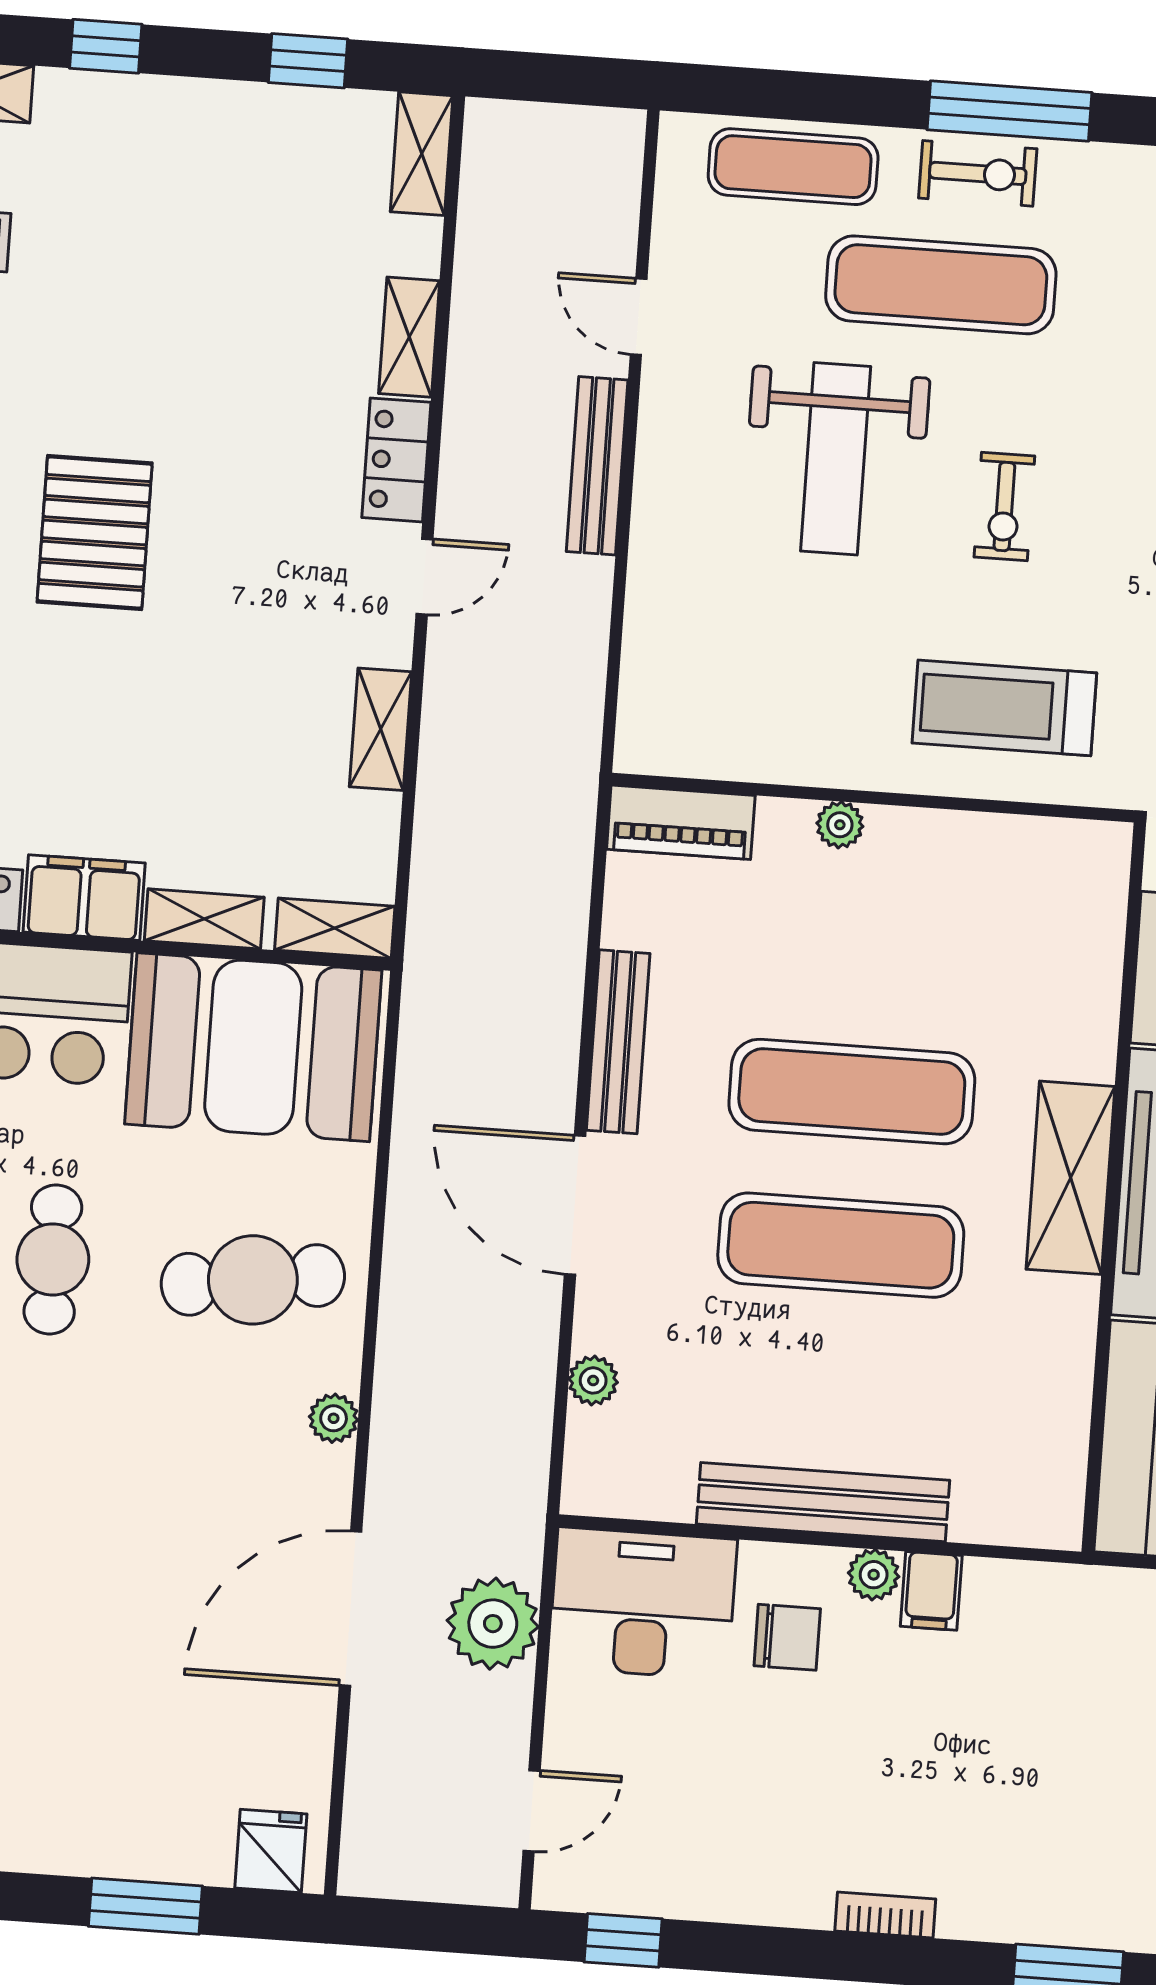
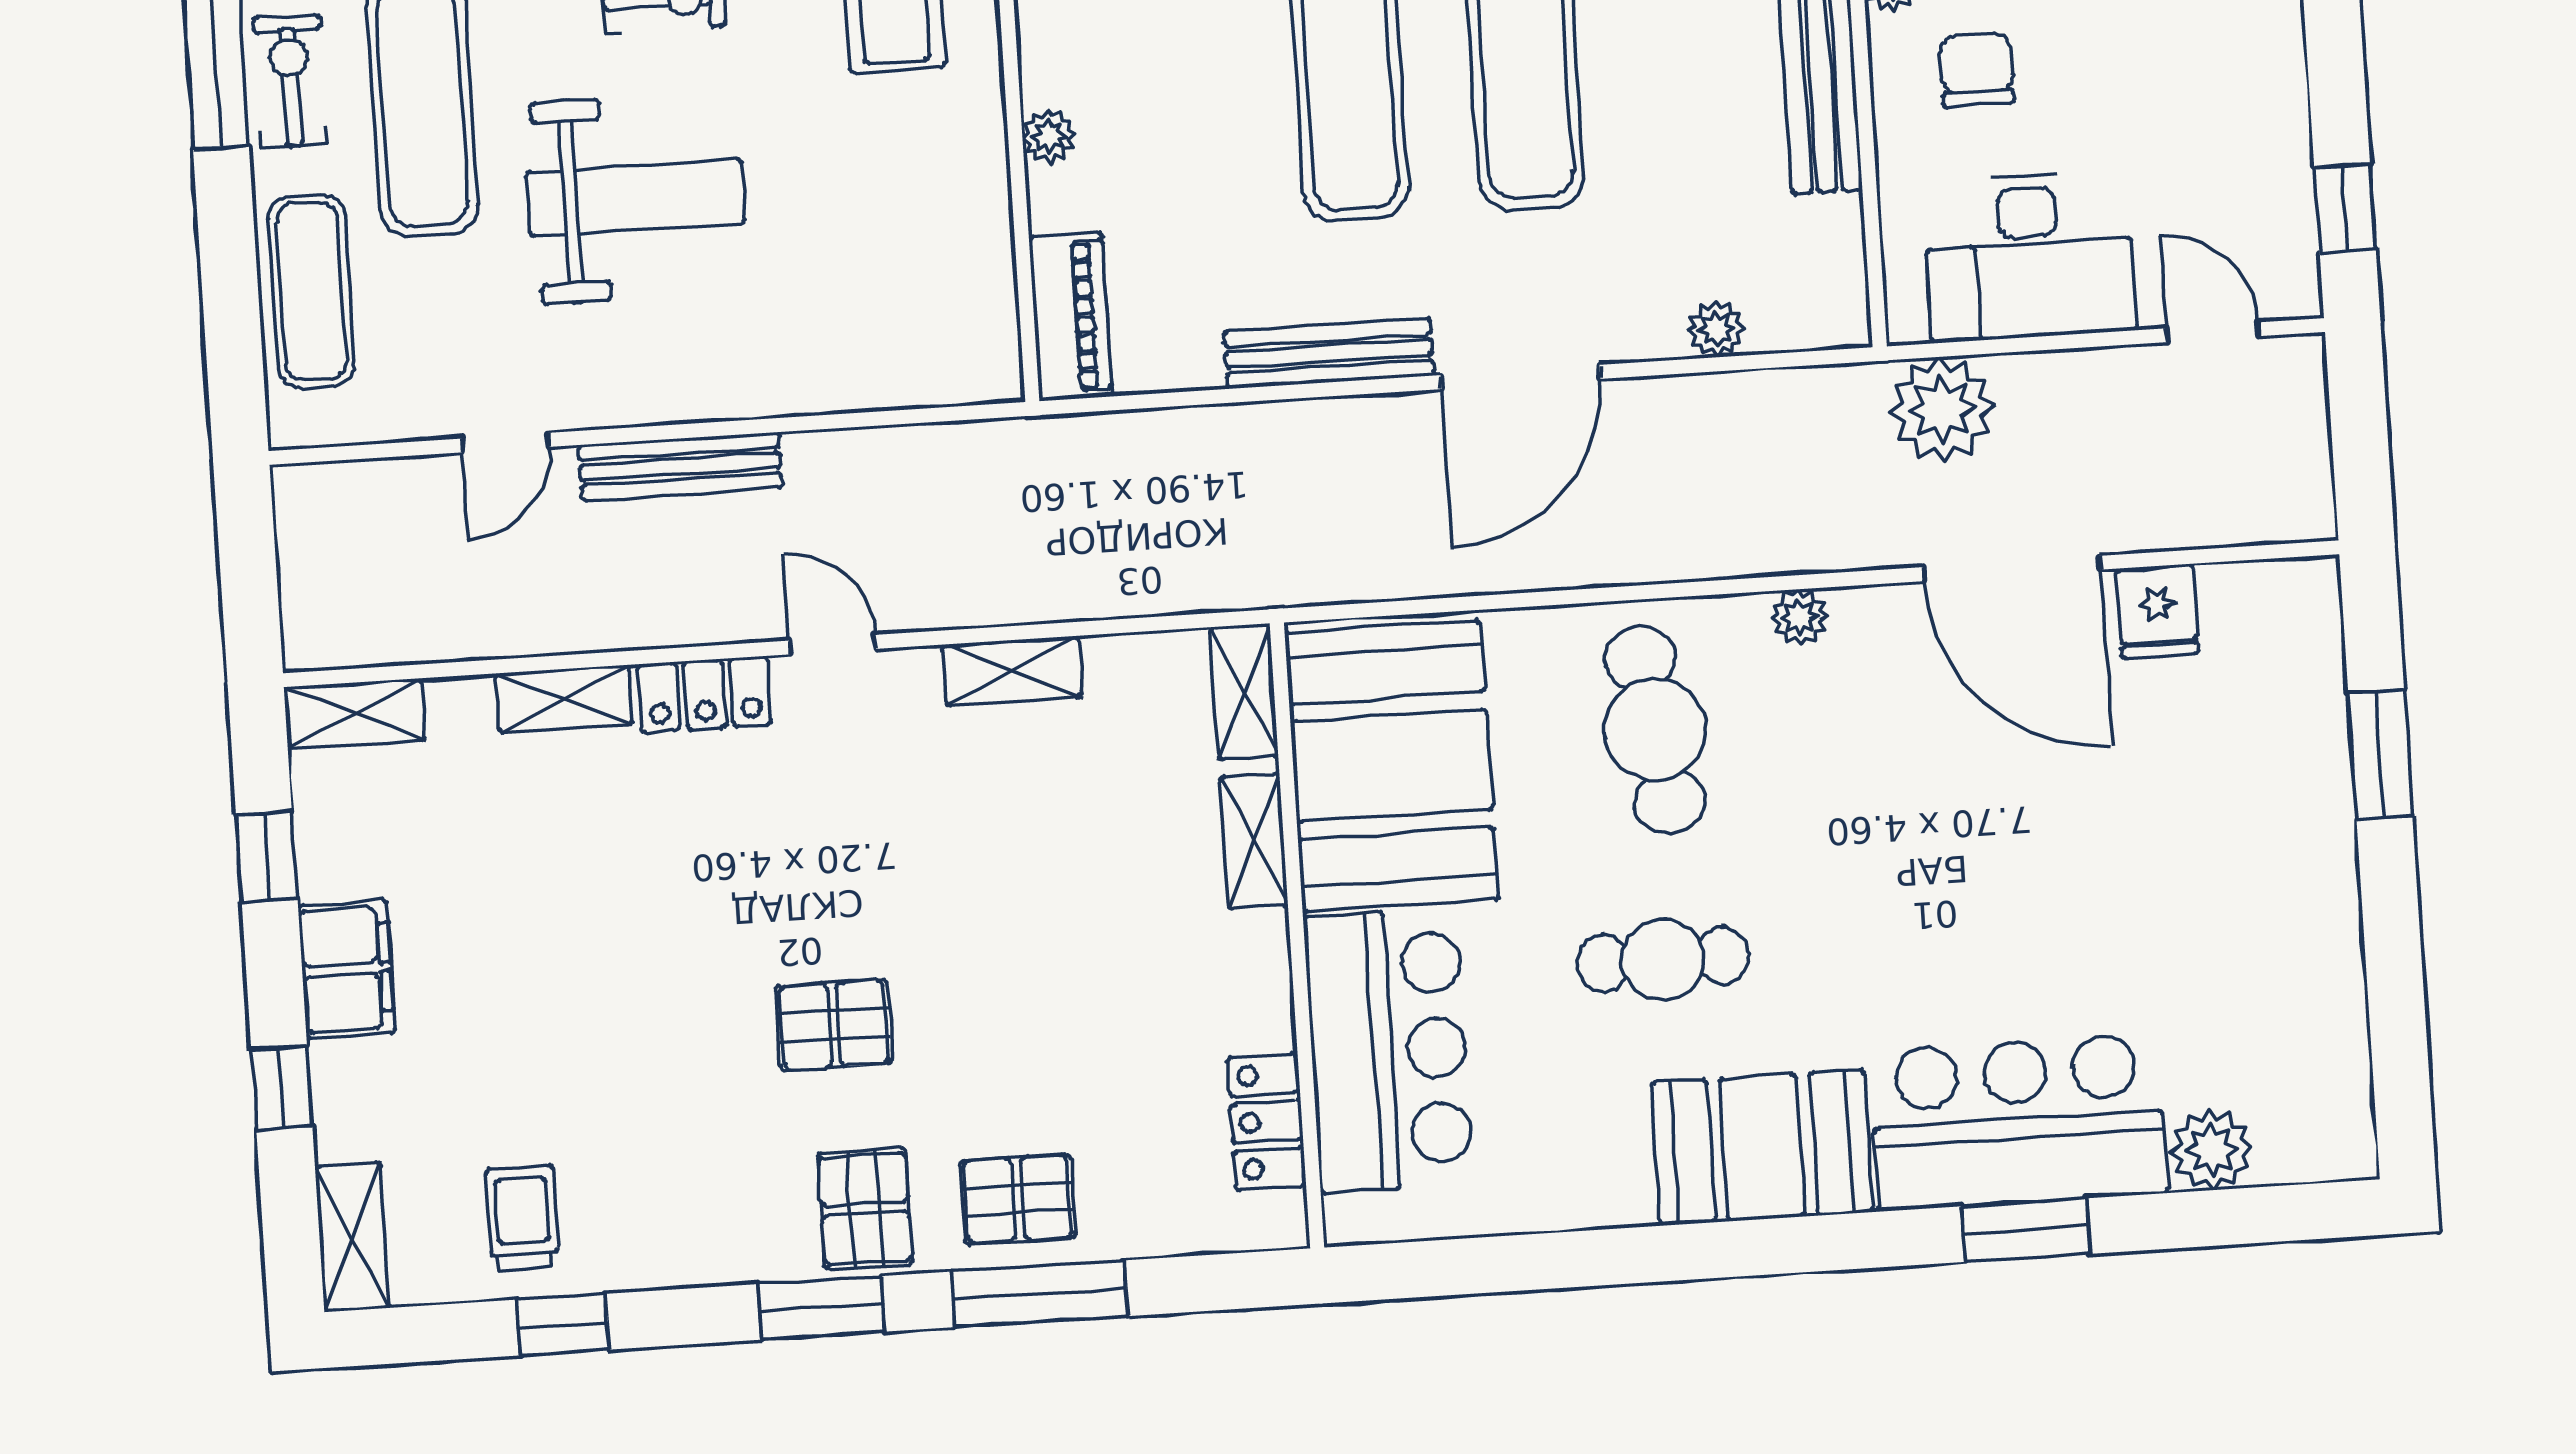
pallet: (95, 533) -> (834, 1025), width x0.67, depth x0.71
filing cabinet: (84, 898) -> (346, 969), moved, turned 180
desk: (643, 1603) -> (2029, 256), moved, turned -90
plant: (493, 1624) -> (1942, 409), moved
fridge: (271, 1851) -> (2158, 611), moved, turned -90

